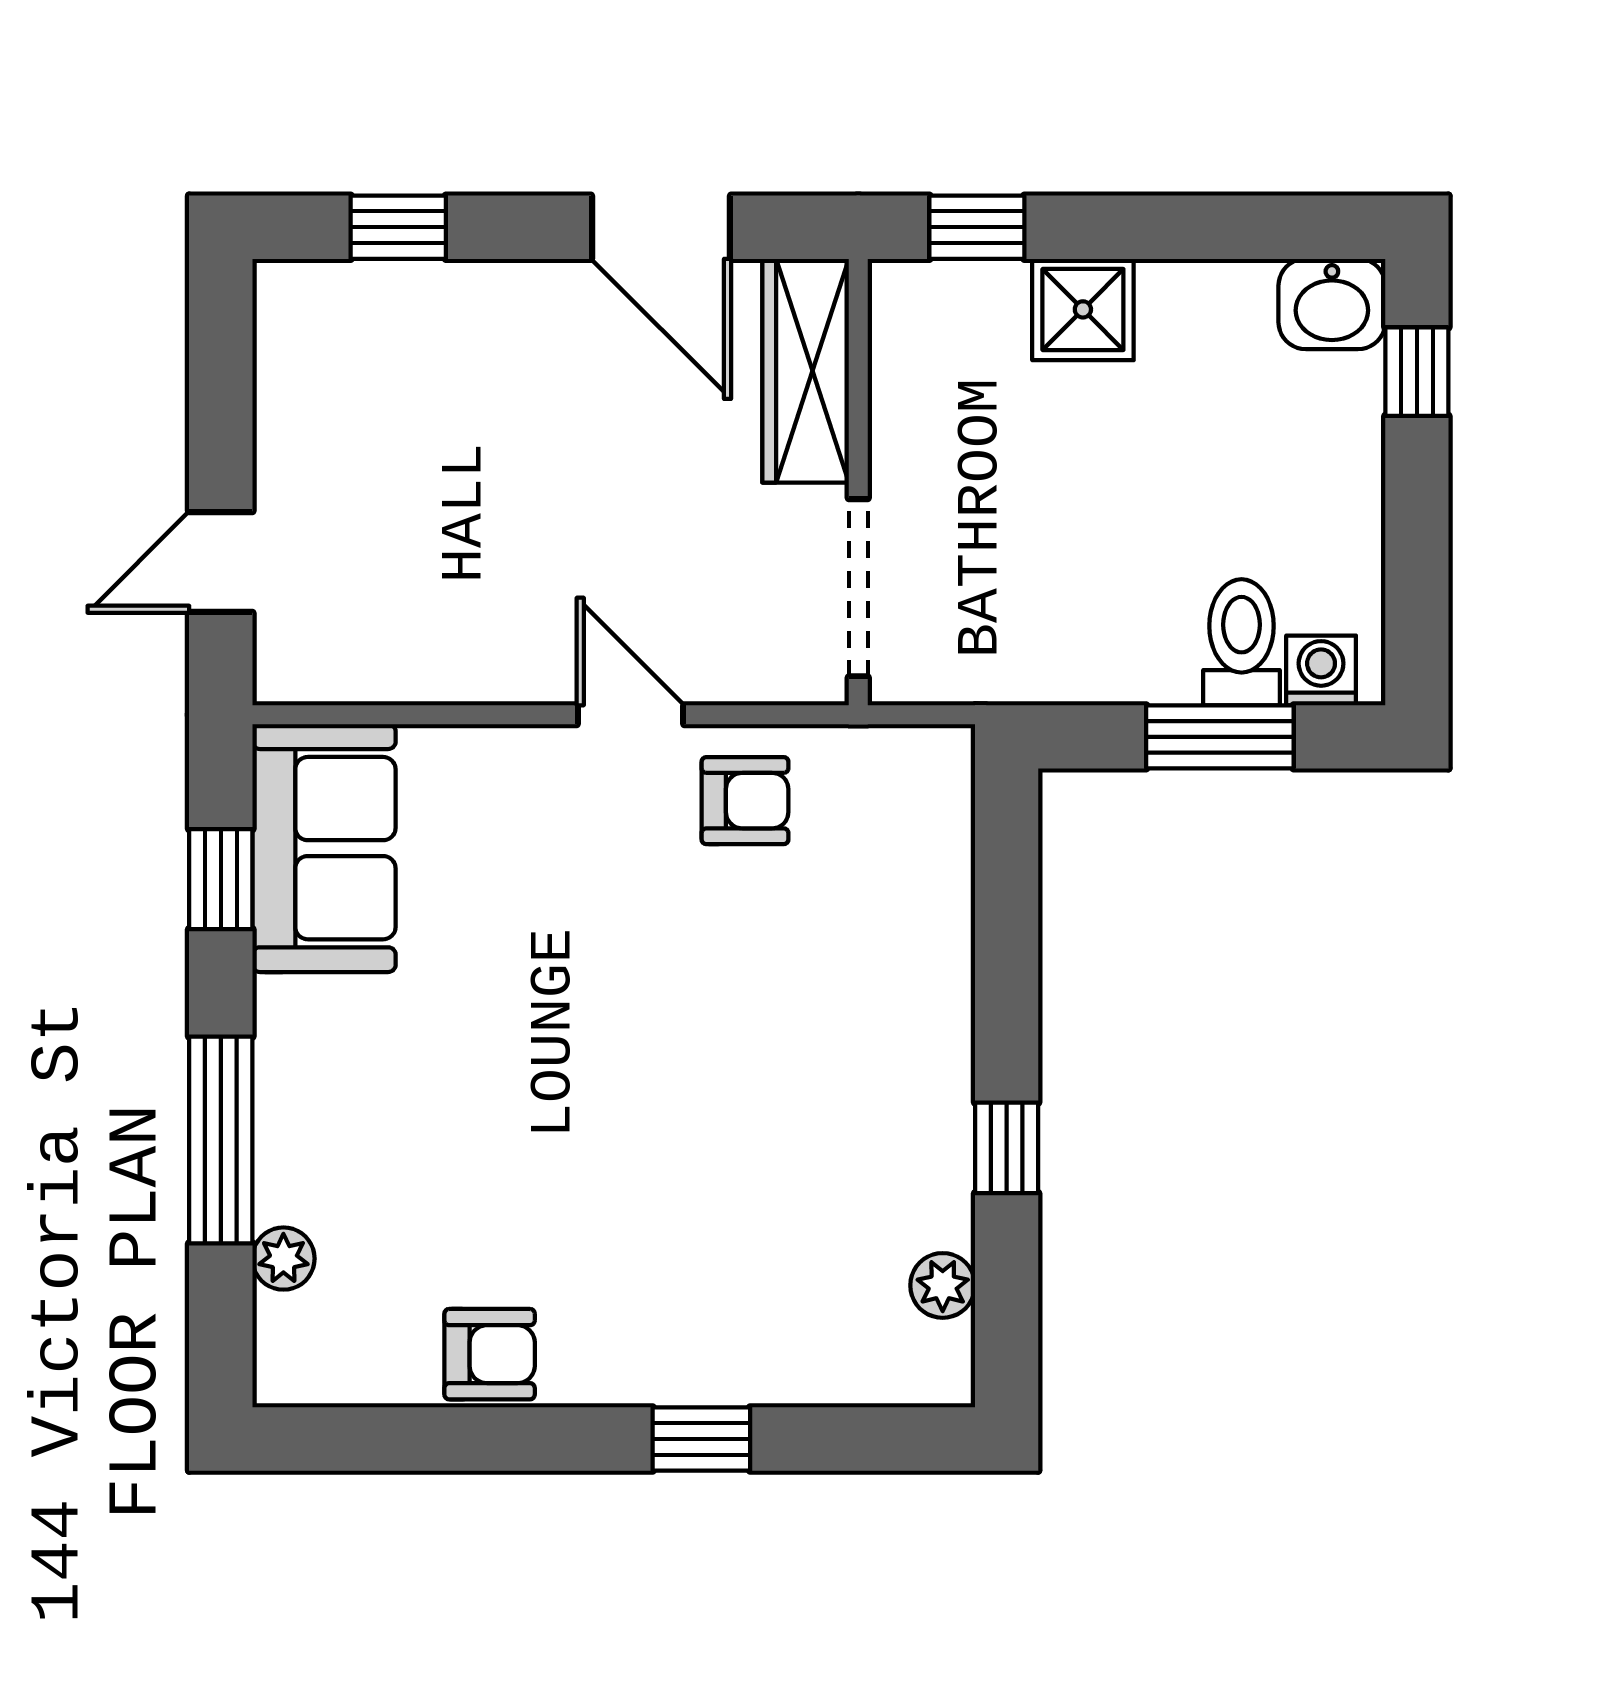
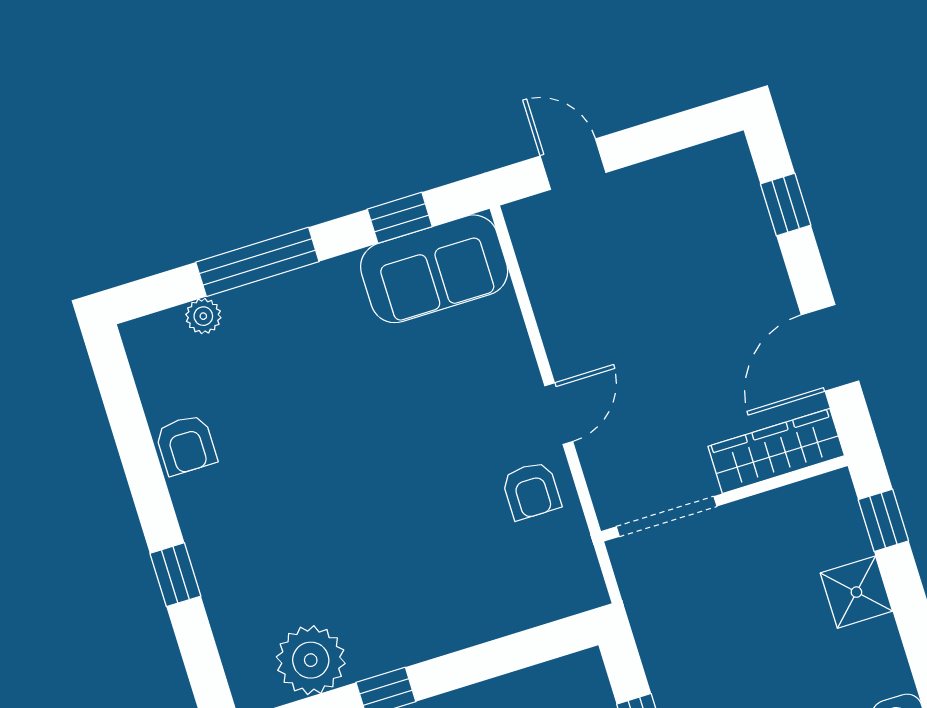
plant: (943, 1285) -> (311, 660), width x1.88, depth x1.88

